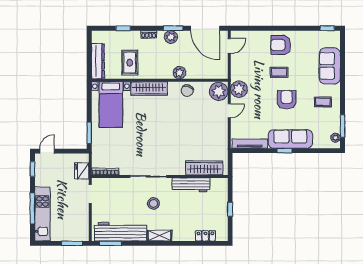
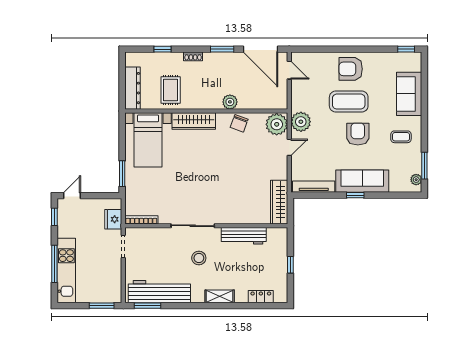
plant: (171, 37) -> (220, 59), removed
door: (229, 46) -> (289, 70), hinge flipped
coffee table: (279, 72) -> (349, 102), width x1.86, depth x1.72
wardrobe: (204, 168) -> (279, 202), moved, turned -90
shelving: (159, 236) -> (220, 296), moved

